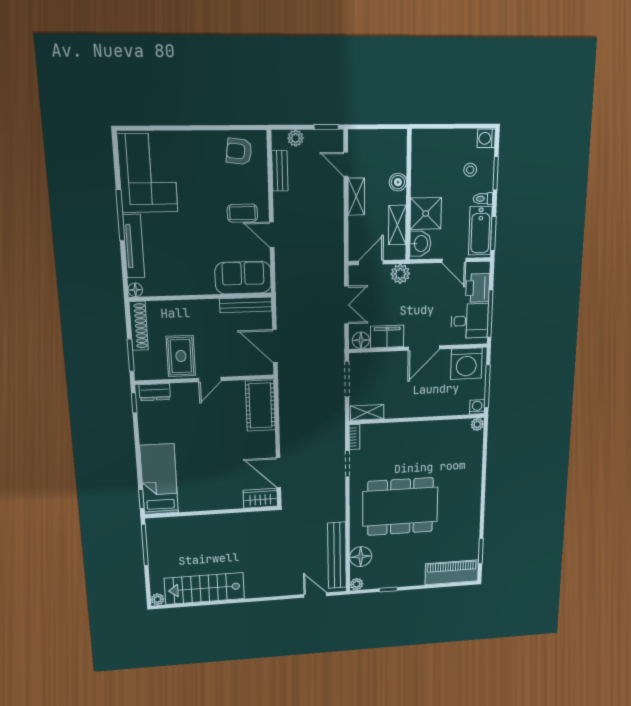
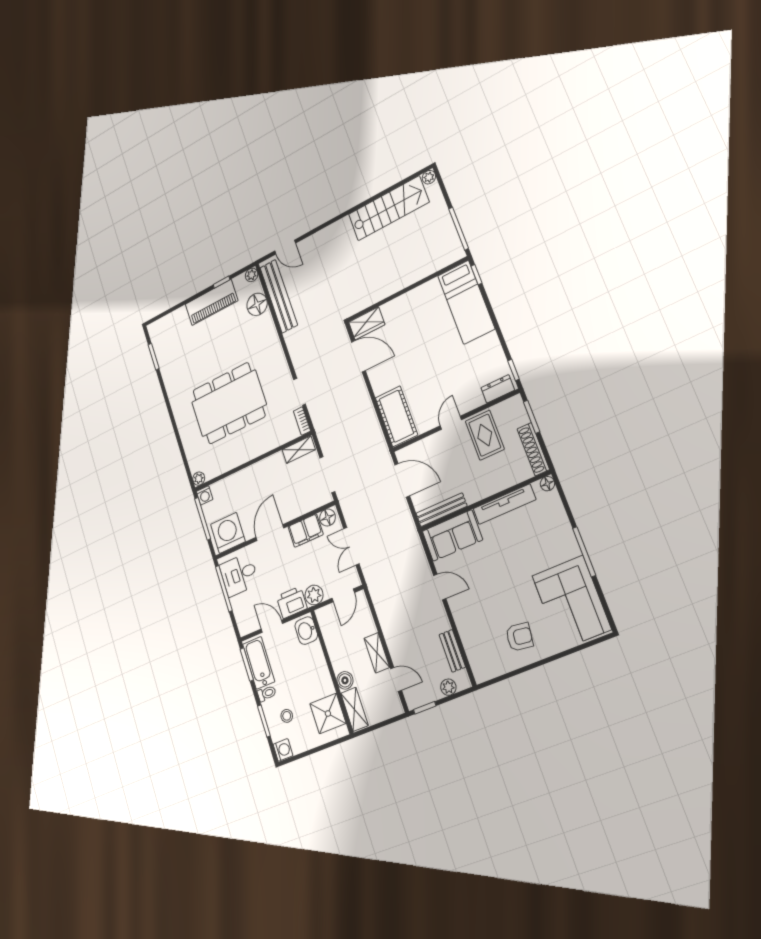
armchair: (239, 151) -> (519, 637), moved
coffee table: (242, 213) -> (473, 597), removed
shower: (426, 213) -> (328, 713), moved
shelving: (397, 225) -> (354, 709), moved
tv unit: (134, 246) -> (504, 504), moved, turned -90
printer: (478, 288) -> (292, 602), moved, turned -90
dining table: (400, 507) -> (229, 403), moved
piano: (452, 572) -> (212, 302), moved

